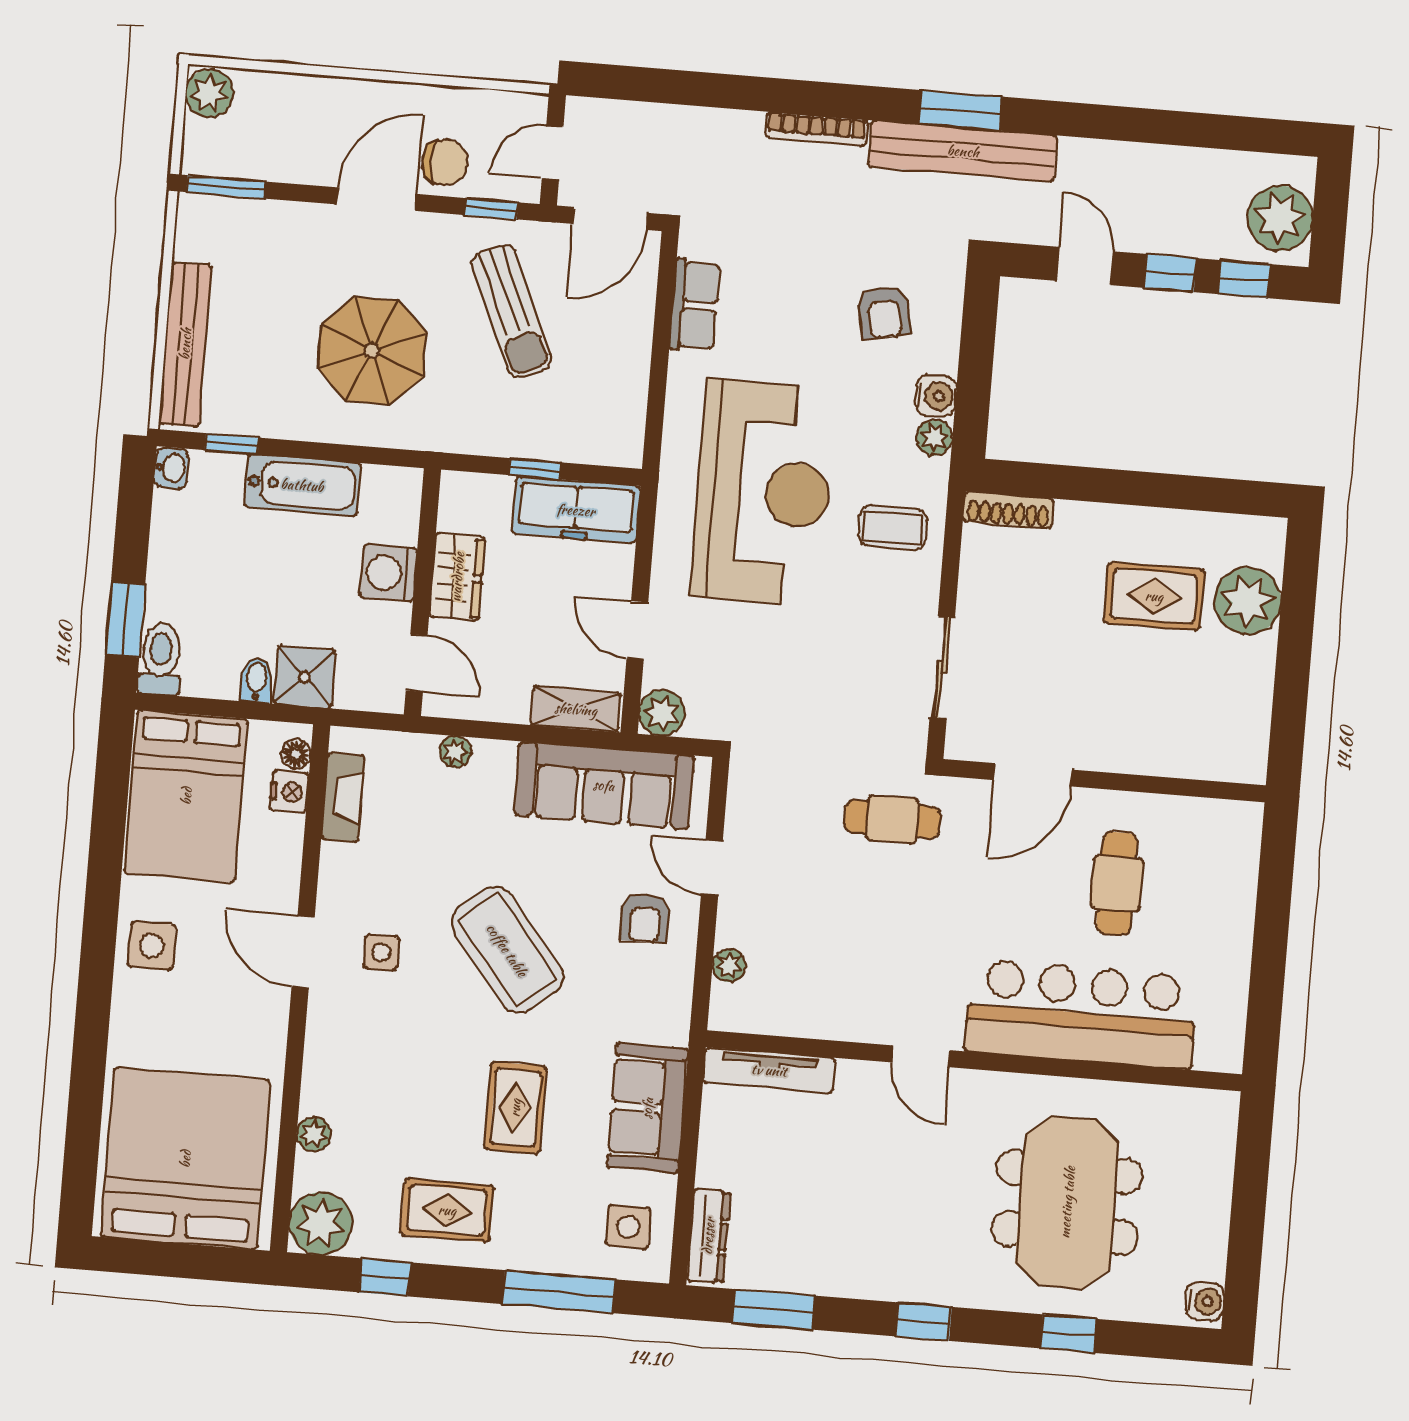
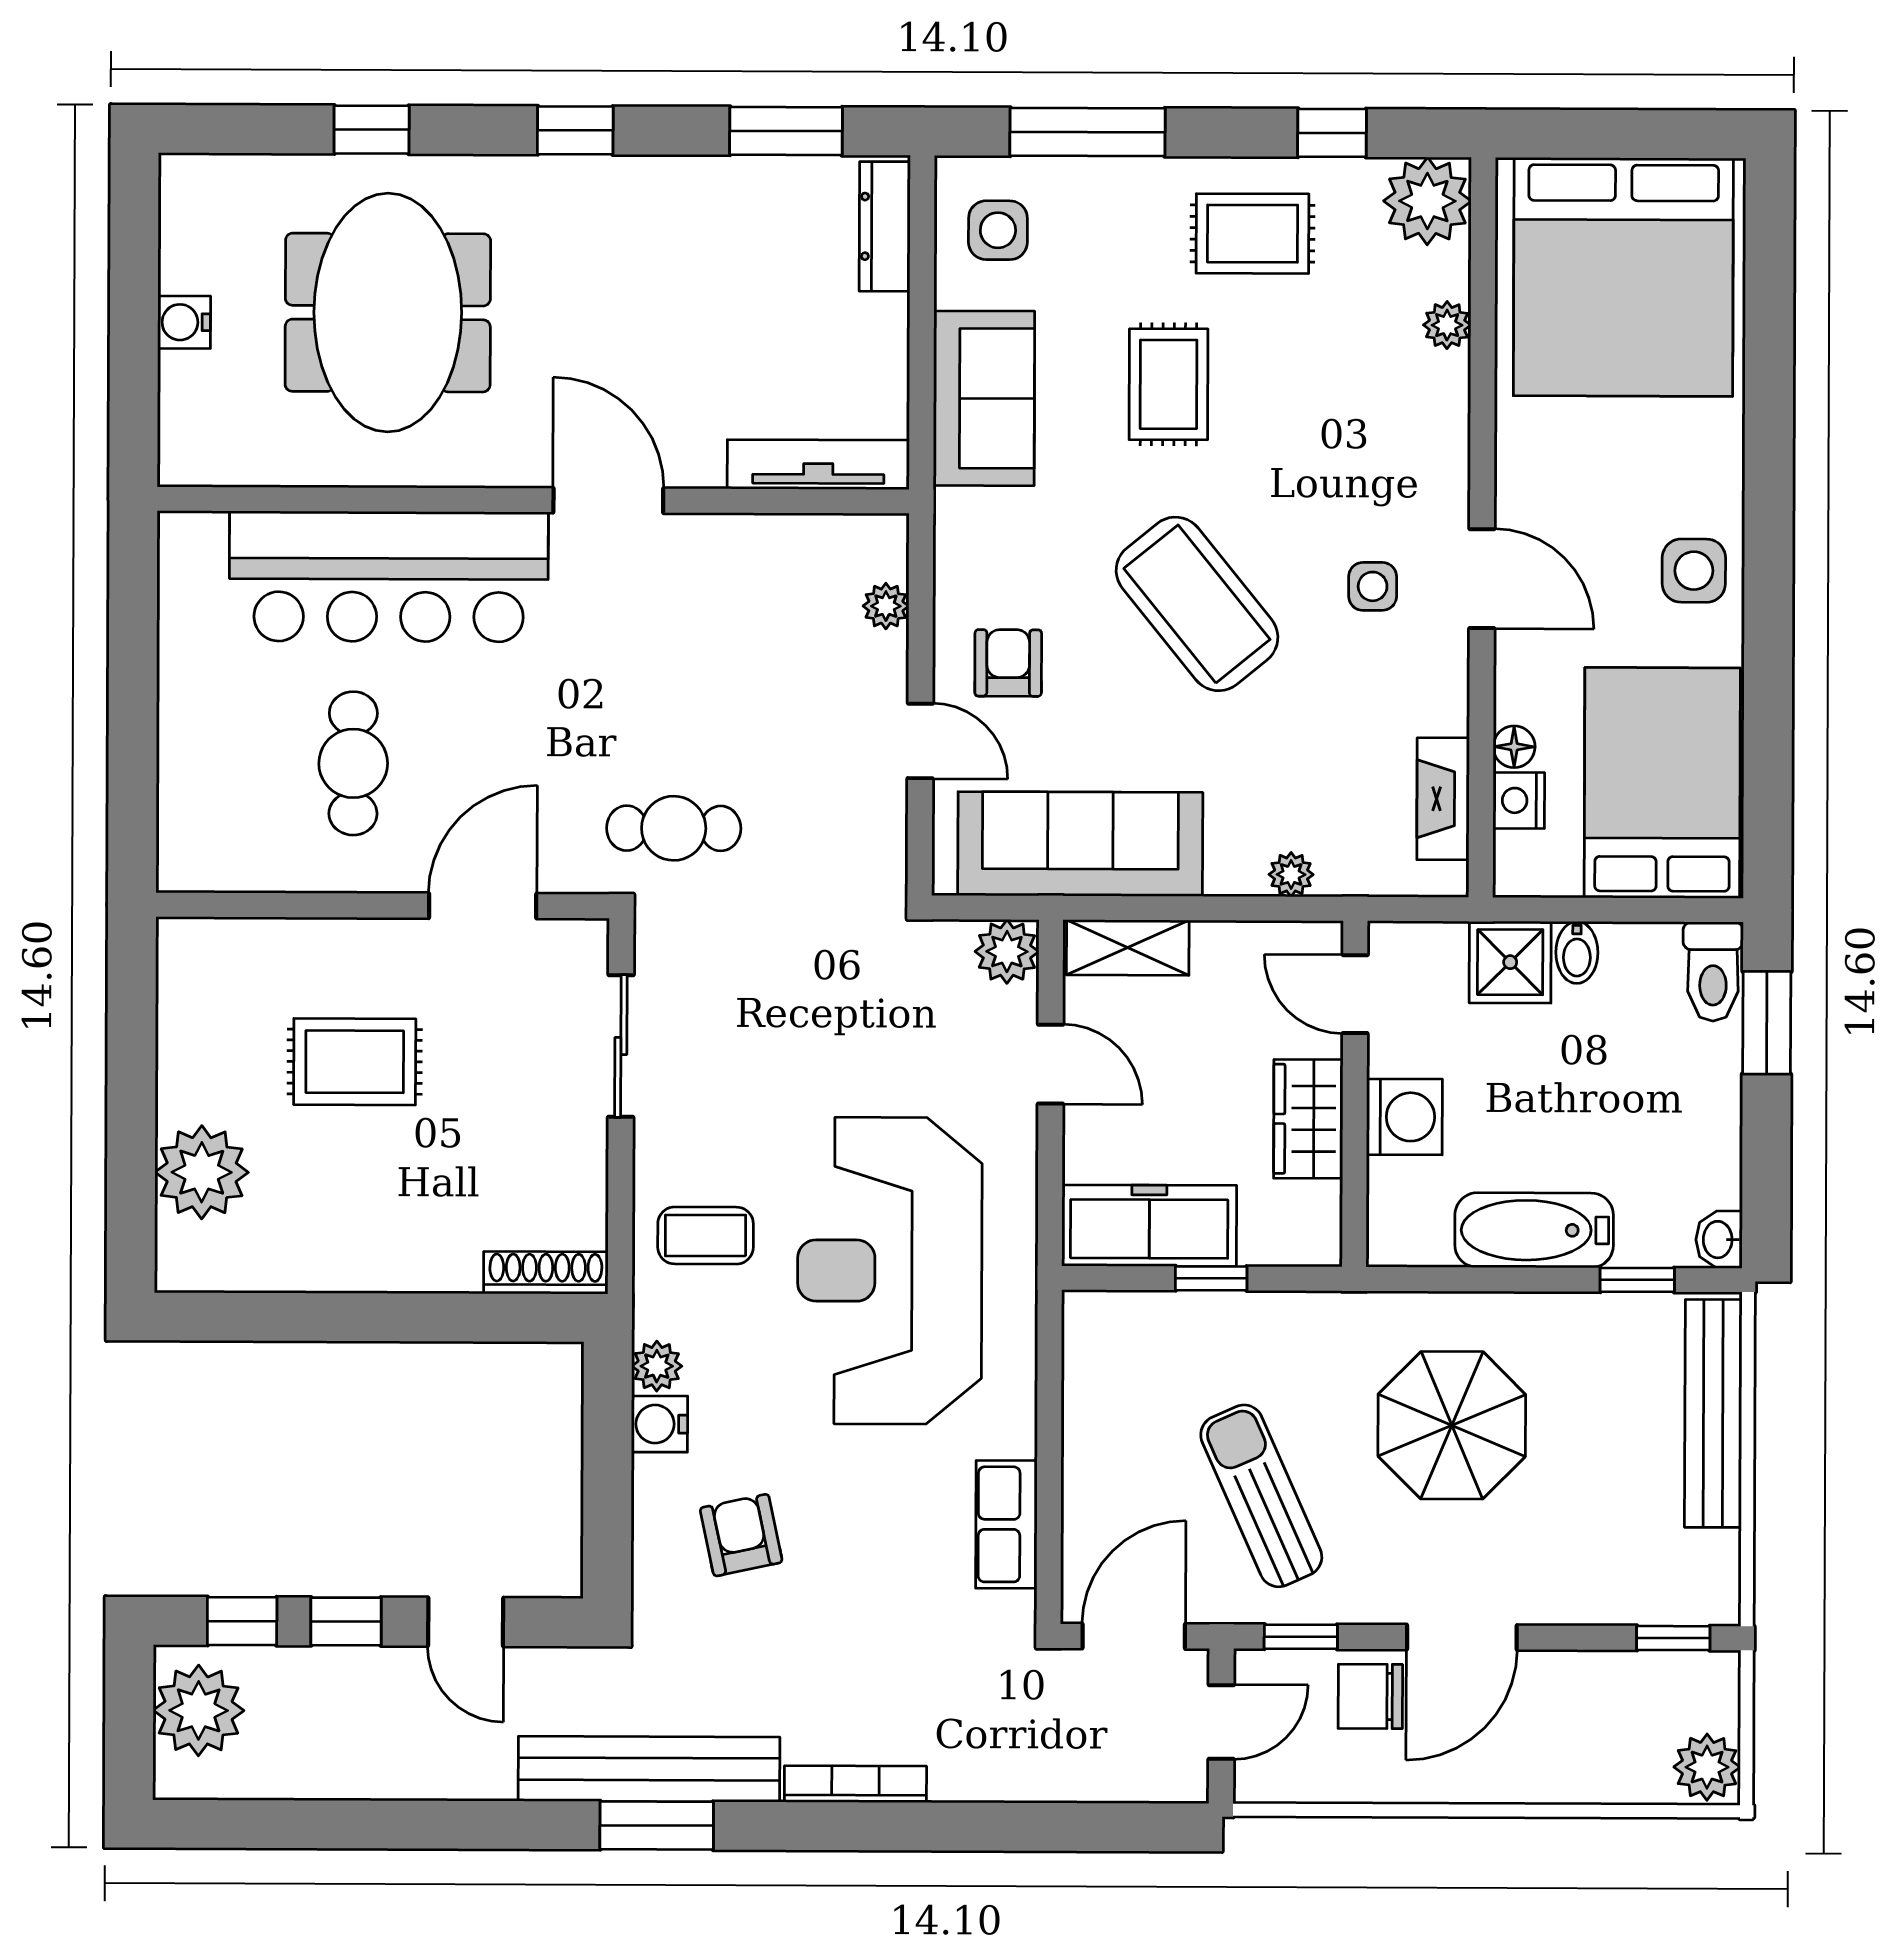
window: (226, 187) -> (1673, 1638), width x0.67
rug: (1154, 596) -> (355, 1062), moved
floor lamp: (296, 754) -> (1514, 747), moved
door: (921, 1056) -> (608, 500), width x1.38
water cooler: (1205, 1301) -> (184, 322), moved

